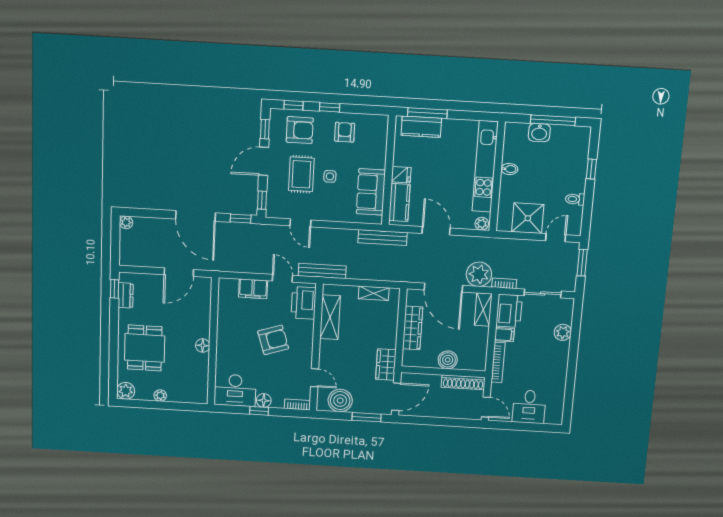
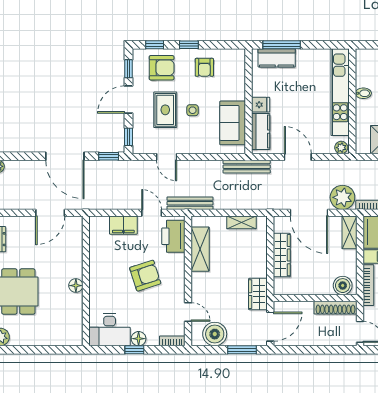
armchair: (345, 132) -> (204, 67), turned 180
boiler: (448, 360) -> (343, 286), moved
plant: (160, 396) -> (35, 340), removed

